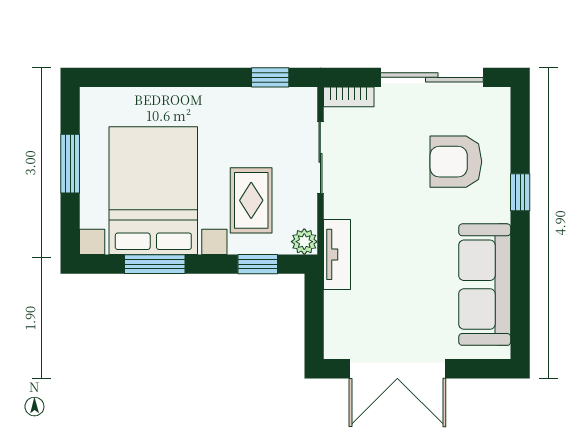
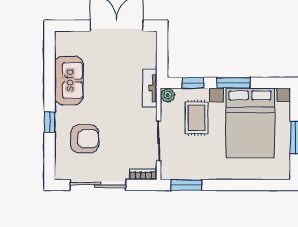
window: (270, 77) -> (186, 185), width x1.50
window: (155, 264) -> (233, 83), moved
sofa: (485, 285) -> (69, 80), width x0.73

